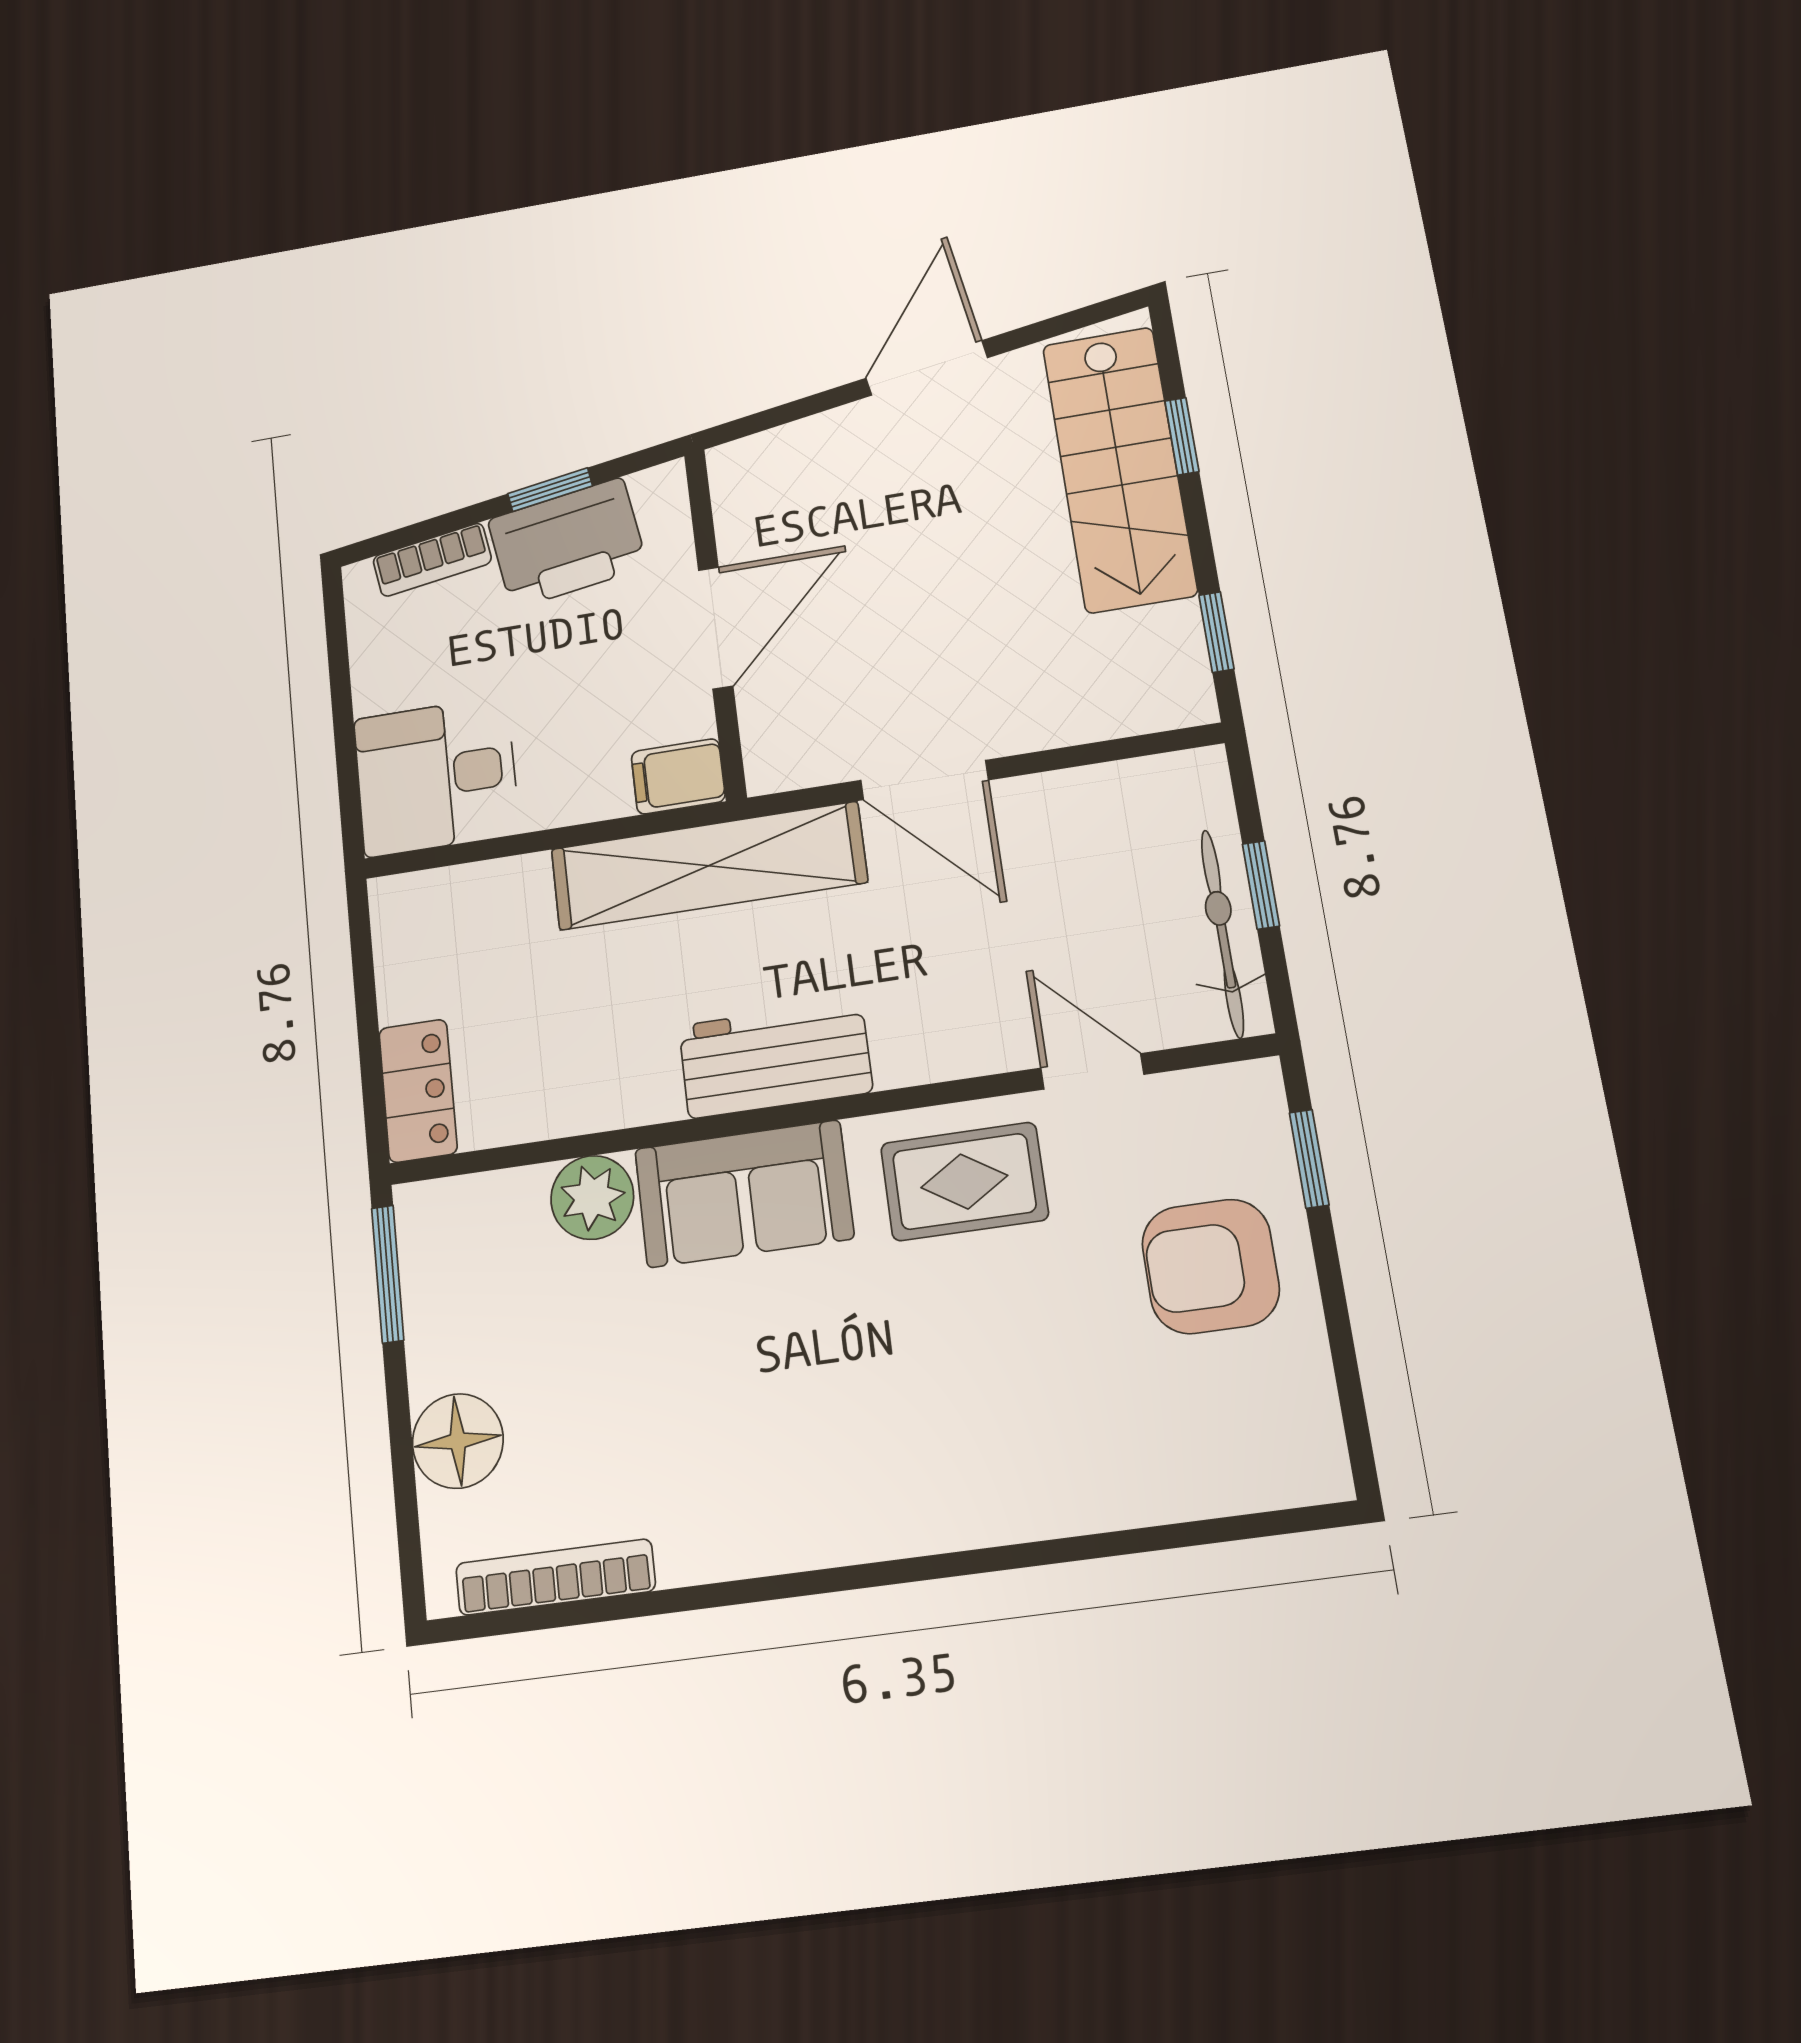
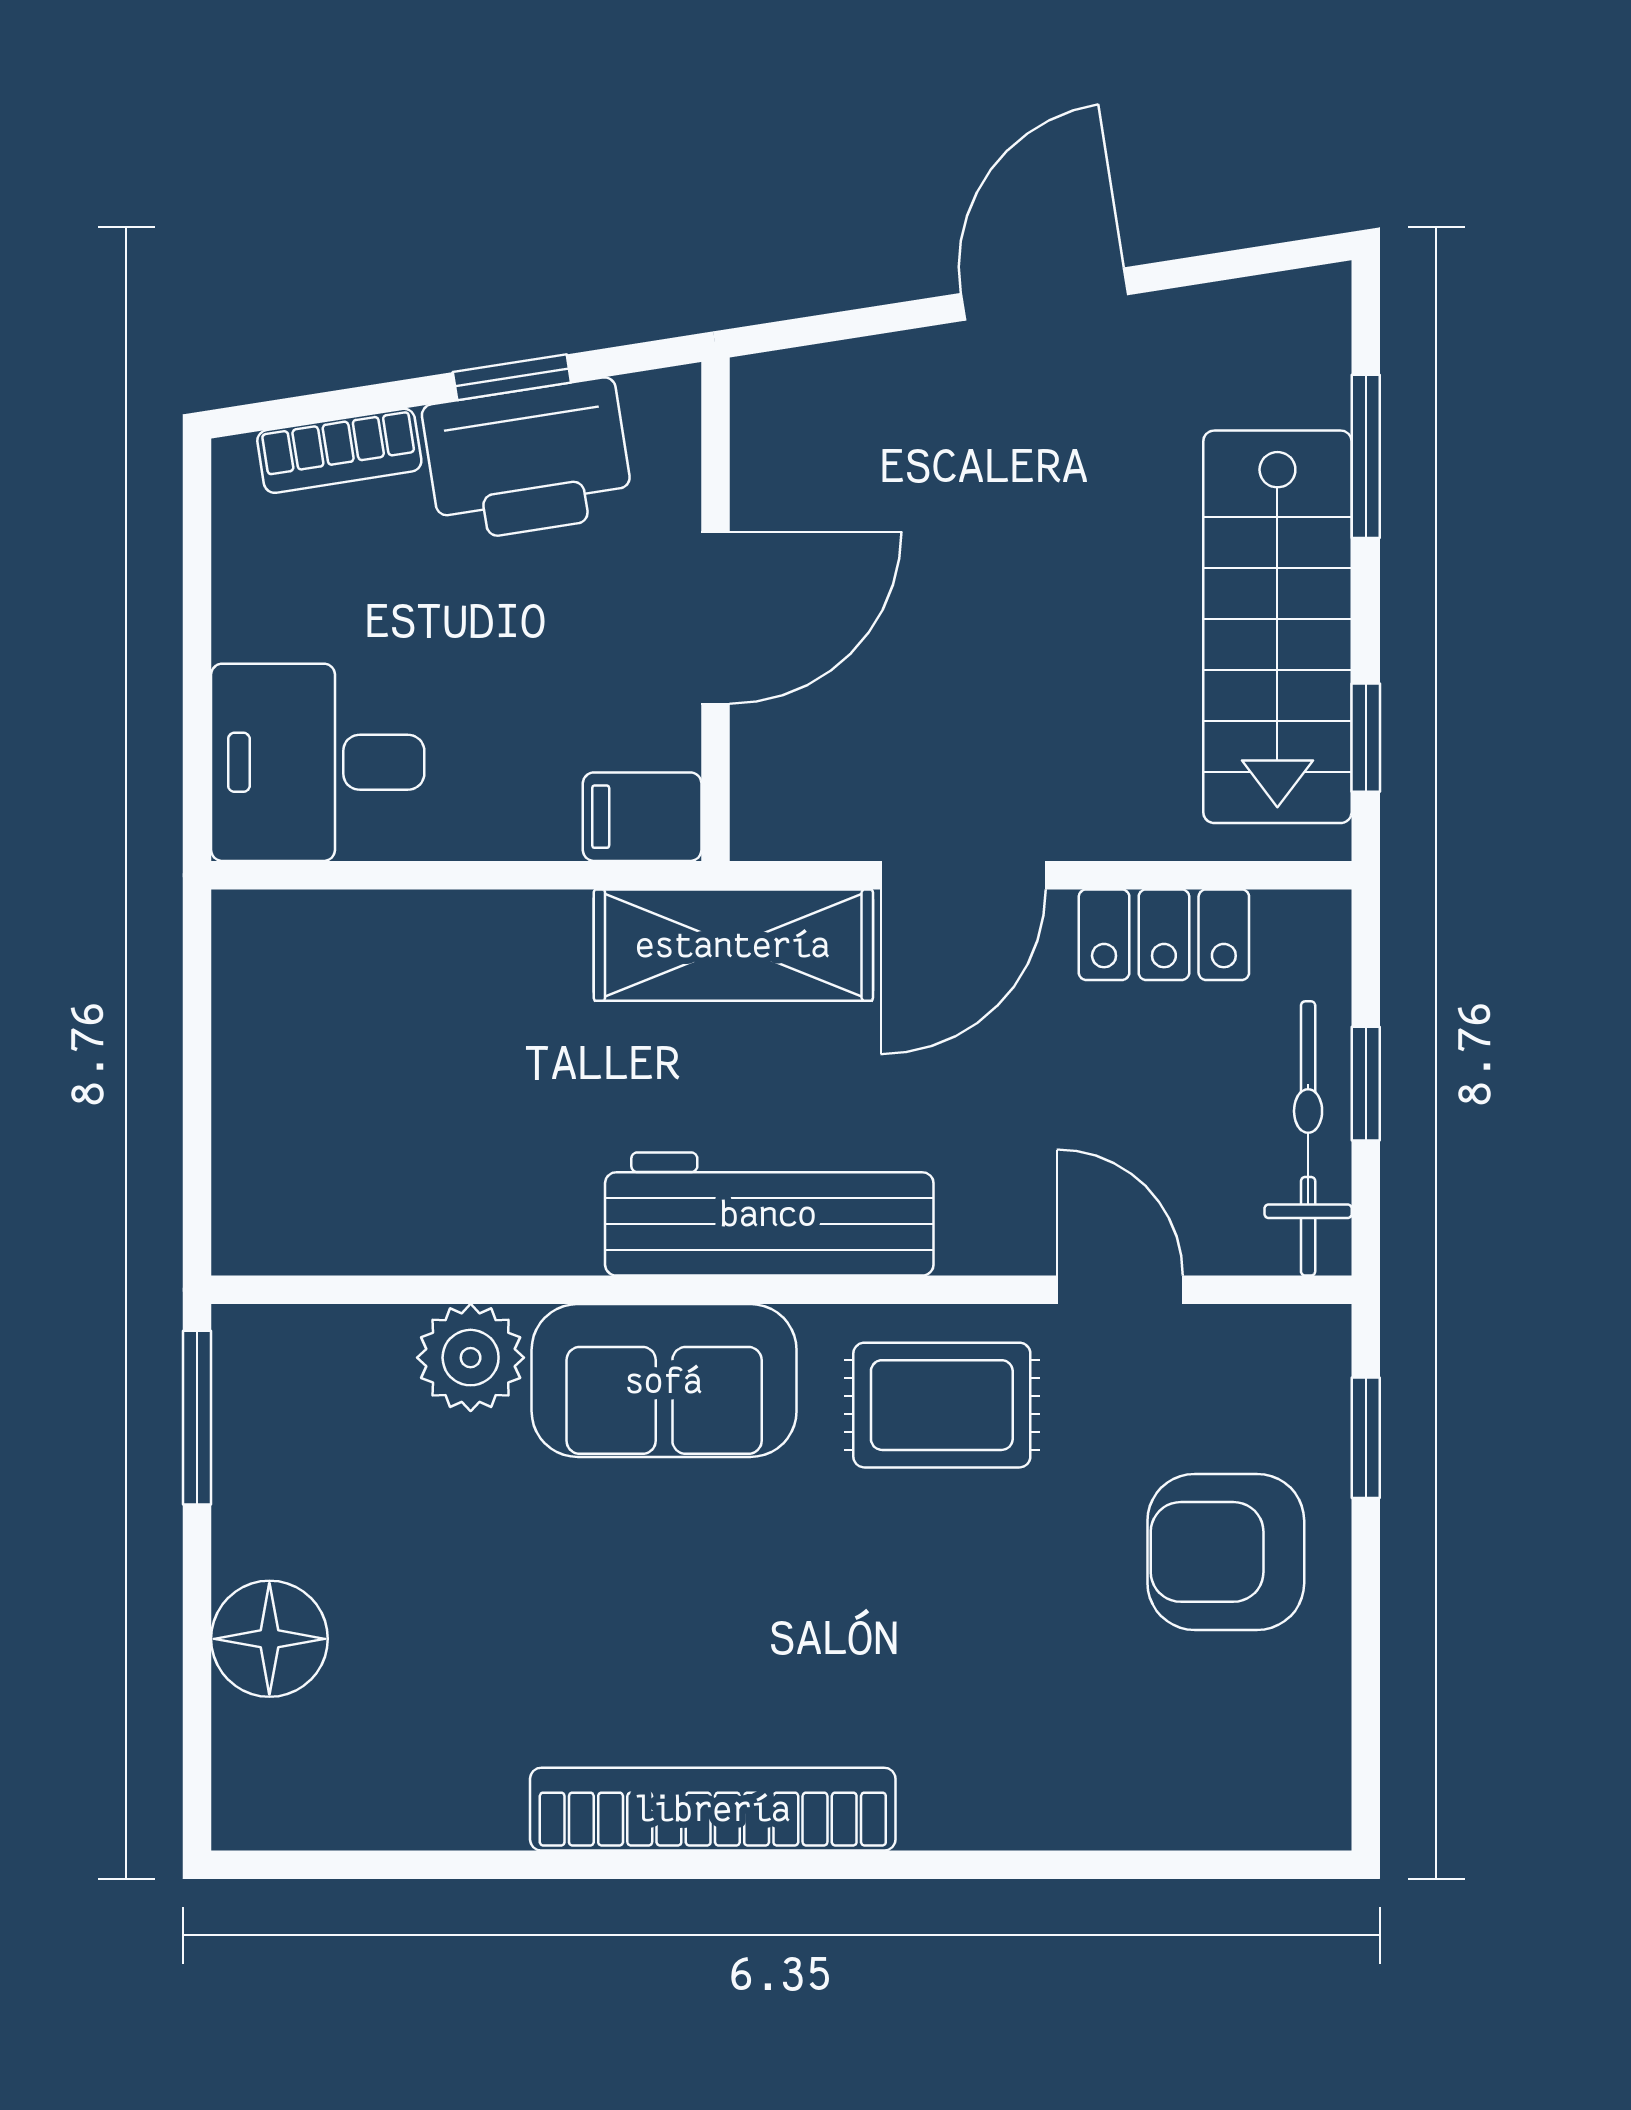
window: (1182, 436) -> (1366, 456), width x1.50
stairs: (1119, 469) -> (1277, 627), moved
door: (924, 780) -> (963, 875), hinge flipped
shelving: (708, 866) -> (733, 945), width x0.68
workbench: (775, 1059) -> (769, 1214), width x1.37
locker: (418, 1091) -> (1164, 935), moved, turned 90
bookcase: (555, 1577) -> (713, 1809), moved, width x1.48, depth x1.31

